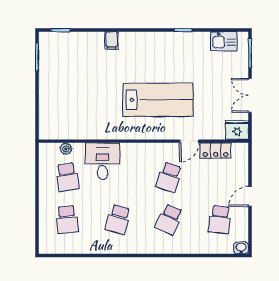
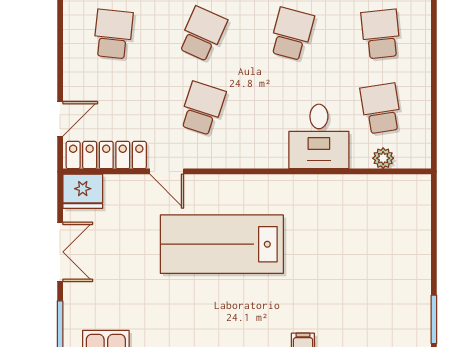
door: (189, 141) -> (167, 171), swing flipped
locker: (216, 151) -> (106, 155), width x1.53
door: (250, 196) -> (60, 119), moved

